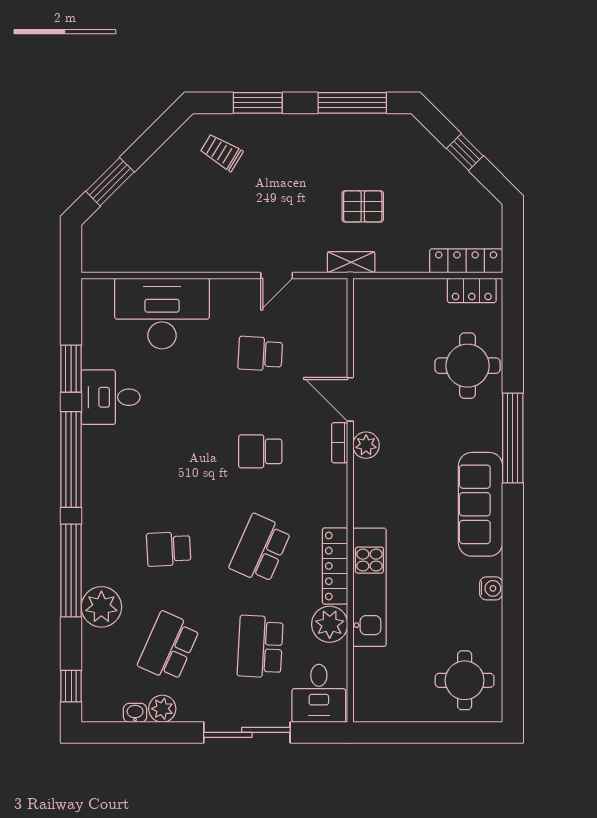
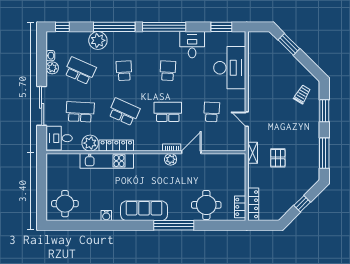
window: (71, 369) -> (221, 27), moved
school desk: (169, 451) -> (168, 71), added
school desk: (260, 451) -> (168, 112), width x1.85

